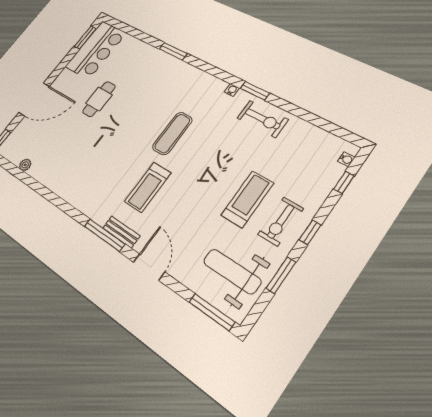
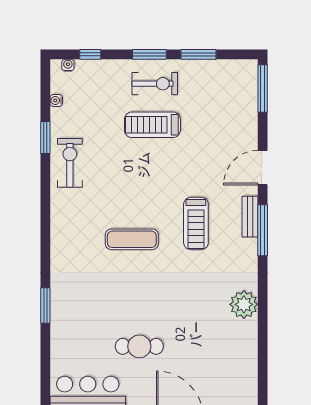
water cooler: (232, 90) -> (56, 100), moved
window: (255, 91) -> (45, 137), moved
plant: (25, 165) -> (244, 304), moved, width x1.88, depth x1.88
treadmill: (148, 187) -> (196, 223), turned 90
window: (310, 232) -> (149, 54), width x1.50
weight bench: (232, 271) -> (221, 95), removed

